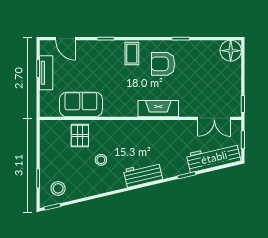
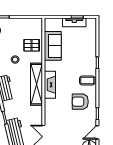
door: (65, 39) -> (97, 132), moved
armchair: (163, 64) -> (80, 102), turned -90
fireplace: (158, 109) -> (50, 85), moved
shelving: (137, 128) -> (36, 84), added

